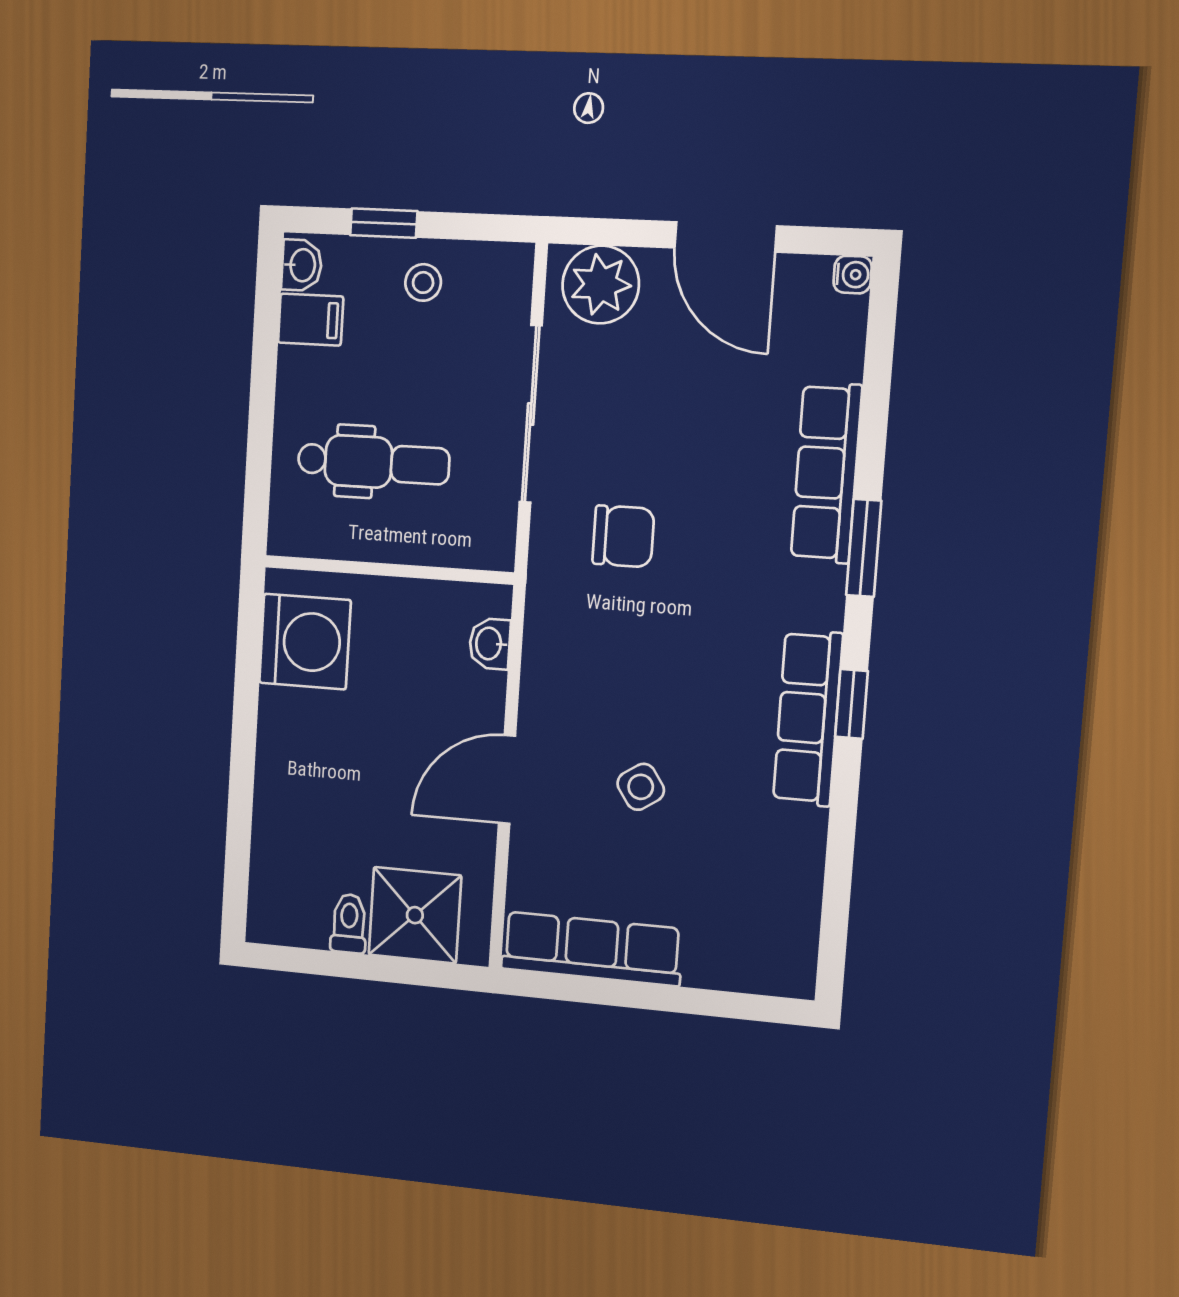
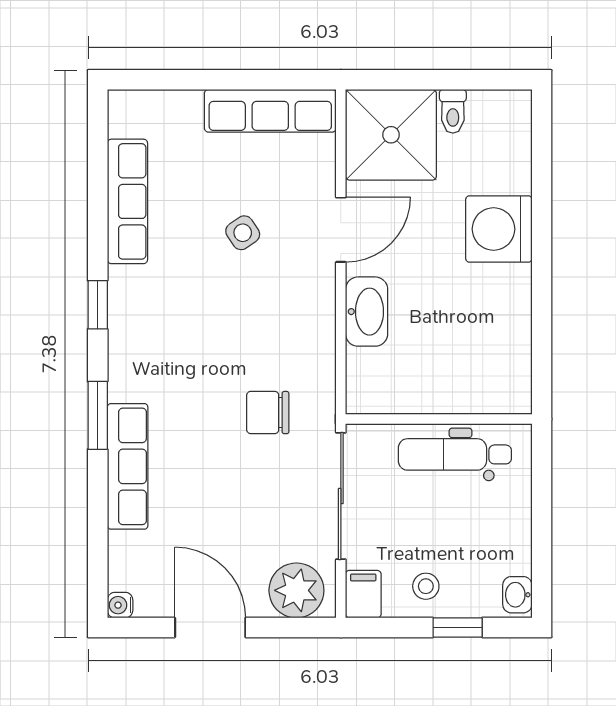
filing cabinet: (311, 320) -> (363, 594), moved, turned 90
wall: (389, 570) -> (439, 419), moved
washing machine: (305, 642) -> (499, 229), moved
washbasin: (490, 644) -> (367, 312), width x1.91, depth x1.45
row of seats: (808, 718) -> (127, 201), moved
shower: (415, 915) -> (391, 135), width x1.37, depth x1.37

